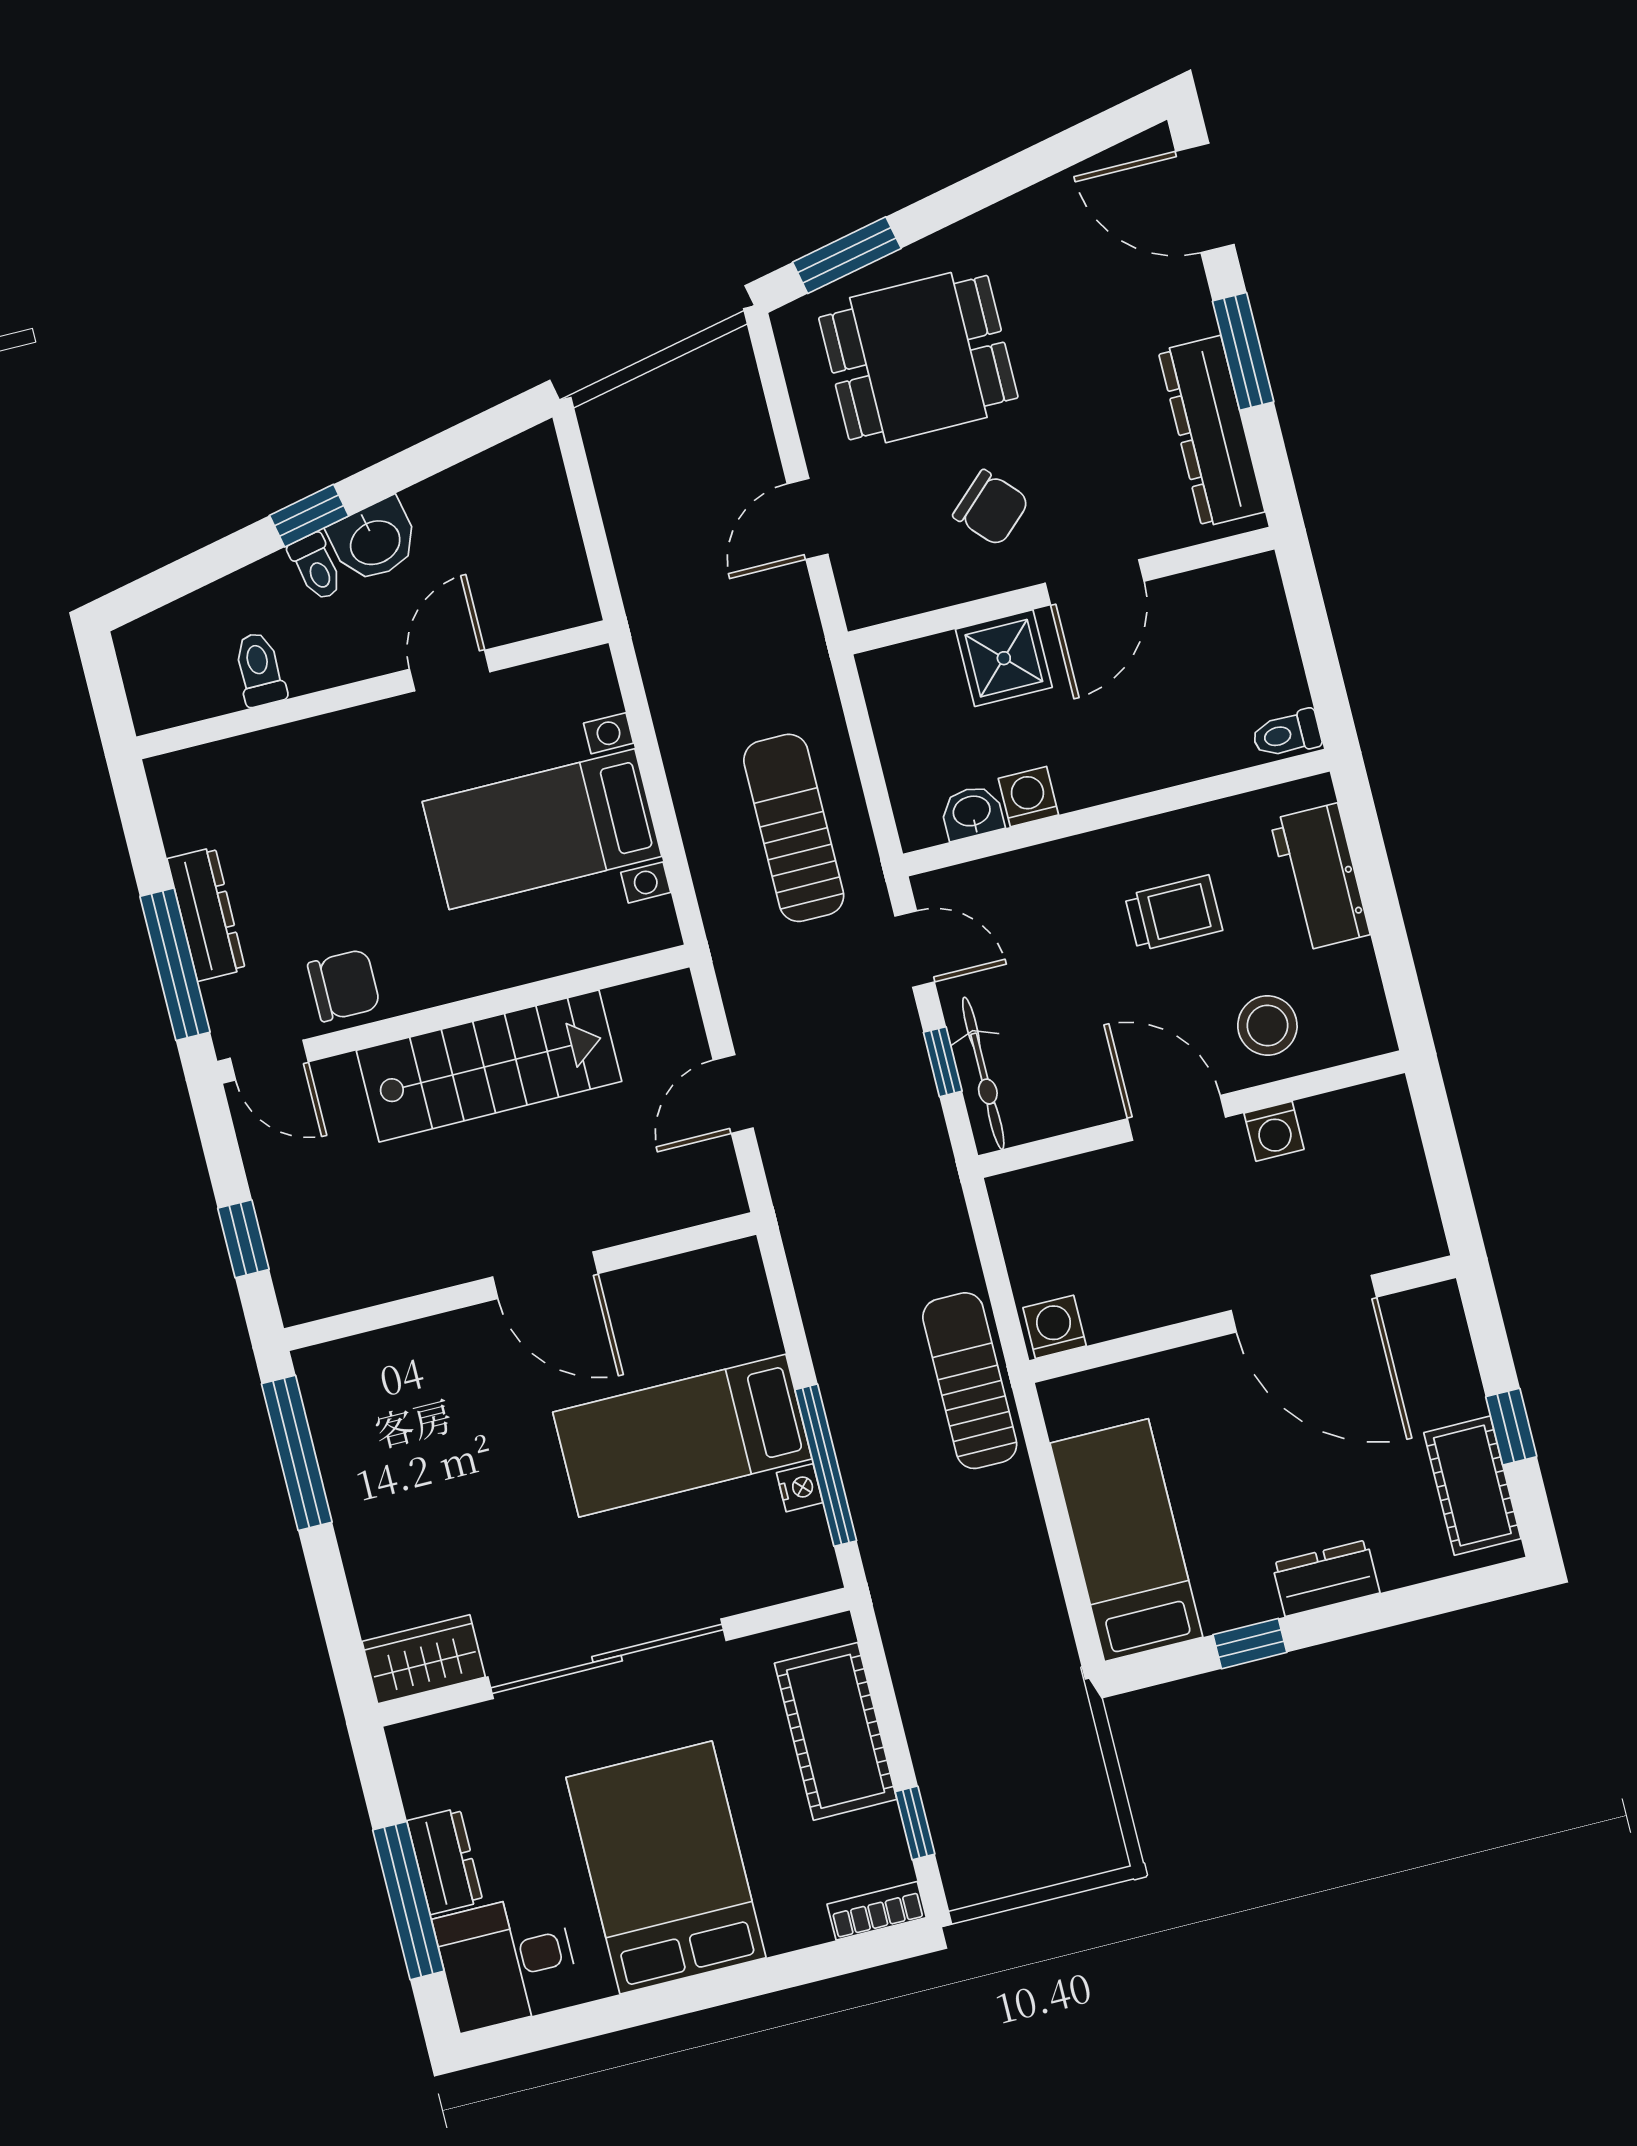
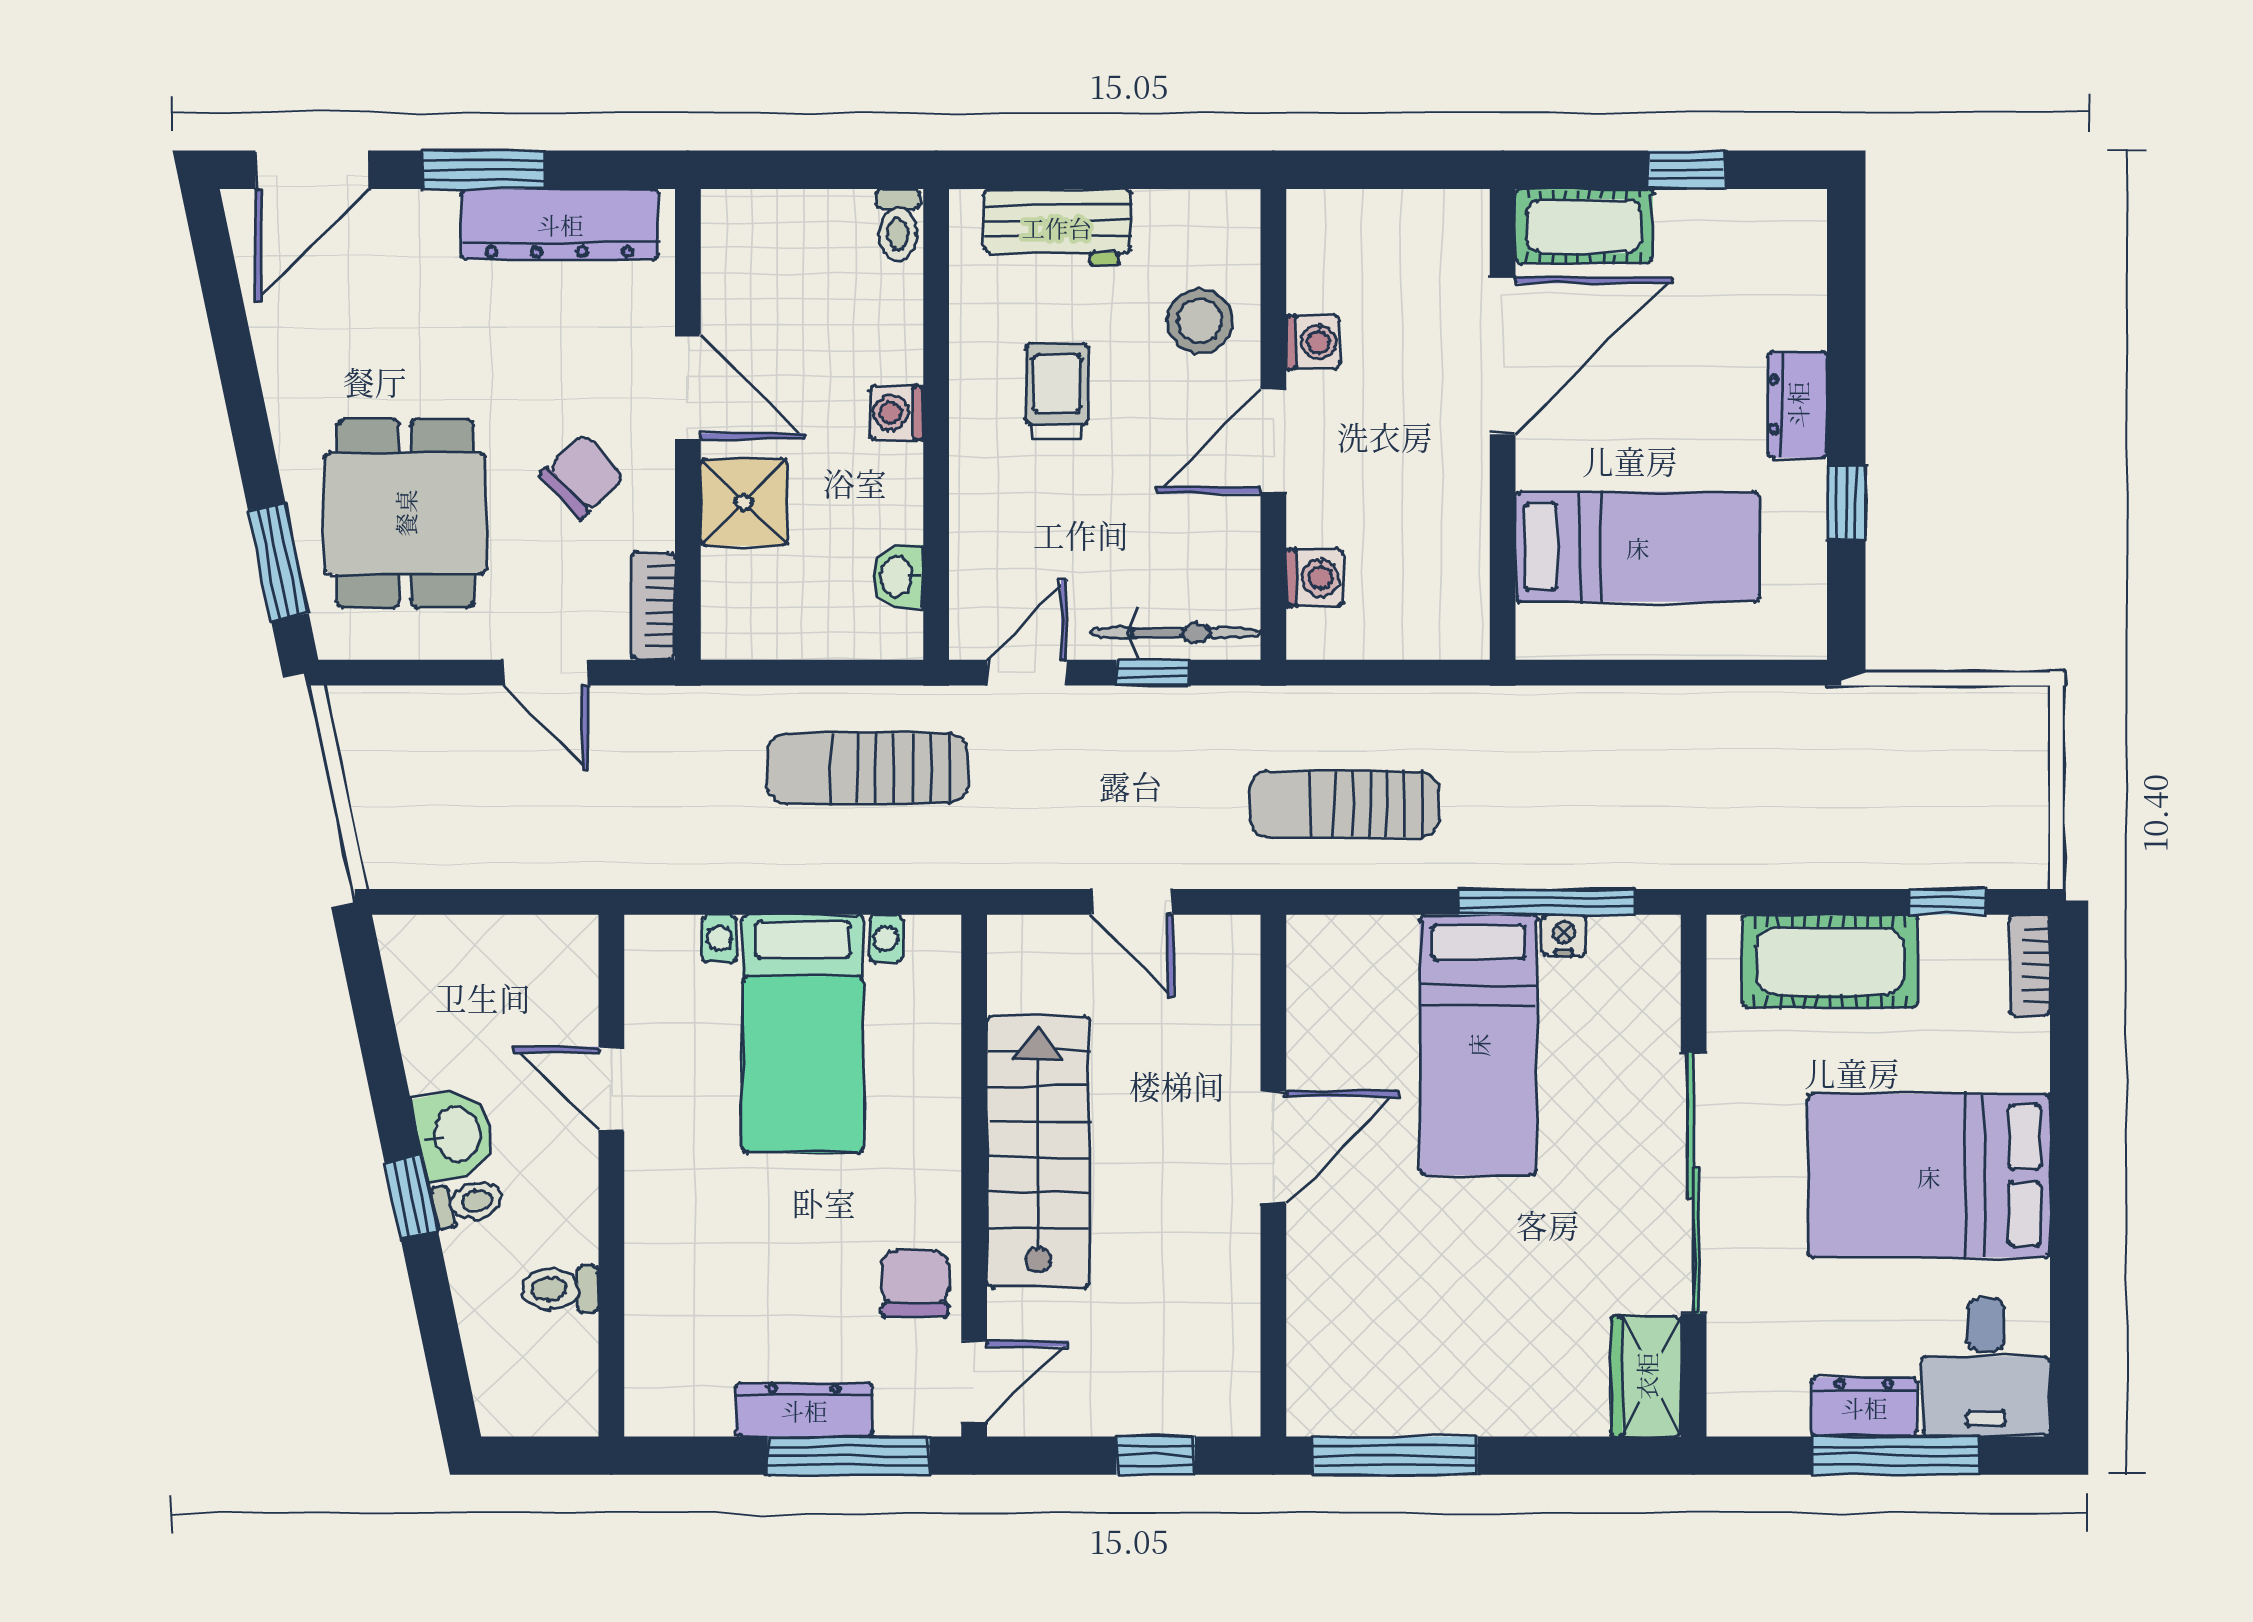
bookcase: (891, 600) -> (653, 606), added
washing machine: (1028, 797) -> (896, 413), moved
washing machine: (1055, 1327) -> (1315, 578), moved, turned 180
sun lounger: (970, 1381) -> (1344, 804), moved
cot: (1472, 1486) -> (1584, 226), moved
bed: (1126, 1540) -> (1638, 547), moved, turned 180

